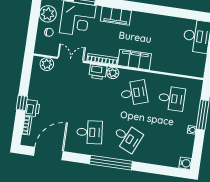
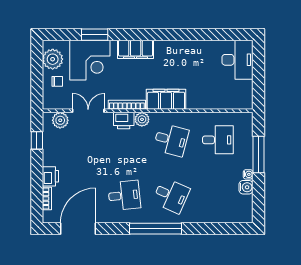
desk: (134, 93) -> (171, 140), turned 33
window: (22, 103) -> (37, 140), moved
water cooler: (185, 163) -> (246, 187), moved

